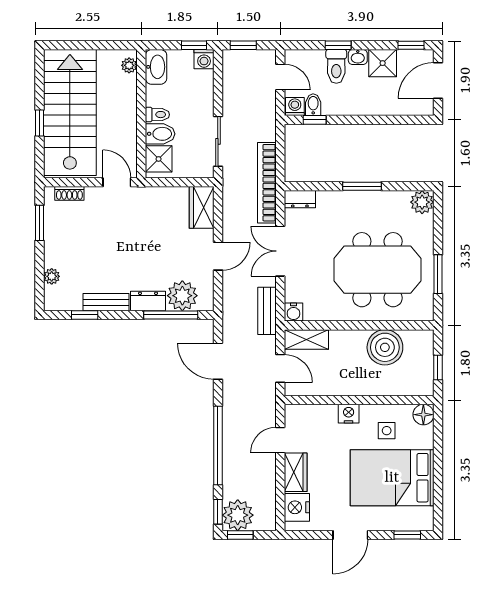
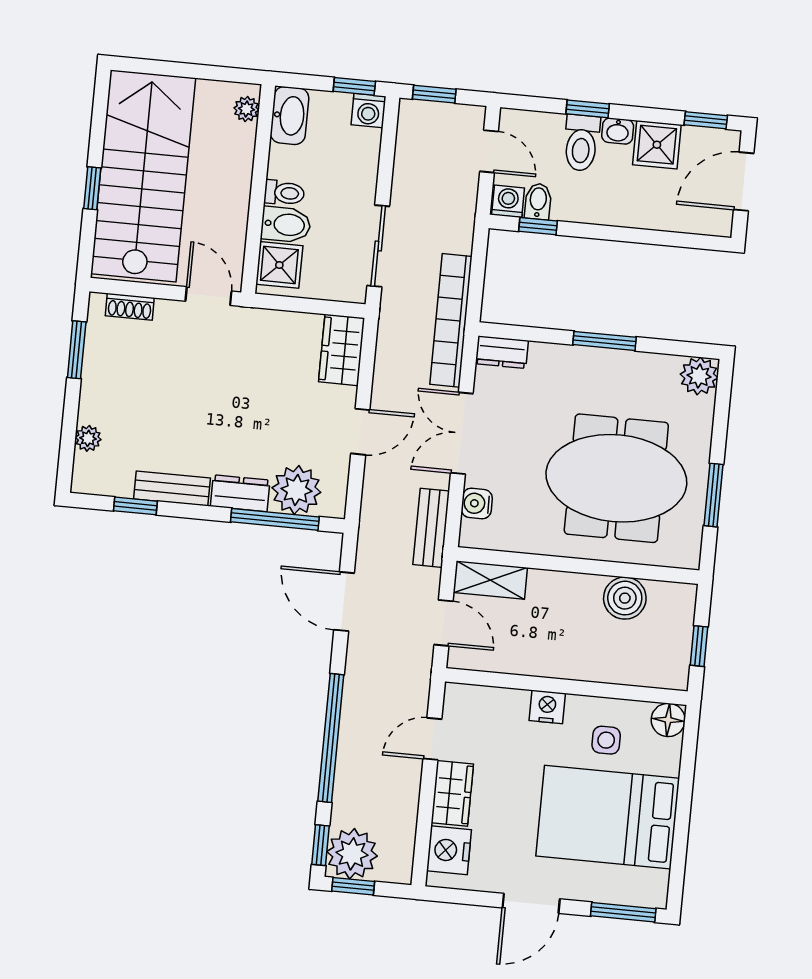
water cooler: (293, 312) -> (477, 504), moved, turned 90
boiler: (385, 347) -> (625, 598), width x0.73, depth x0.73
window: (407, 535) -> (623, 912), width x1.50

